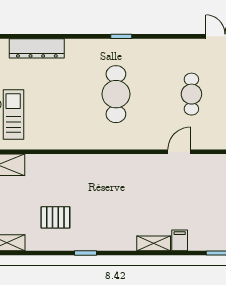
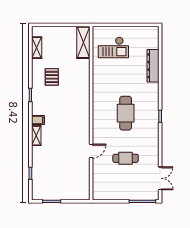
cafe table: (116, 94) -> (126, 113), turned 90
door: (179, 152) -> (91, 151), hinge flipped
filing cabinet: (180, 240) -> (38, 120), moved

